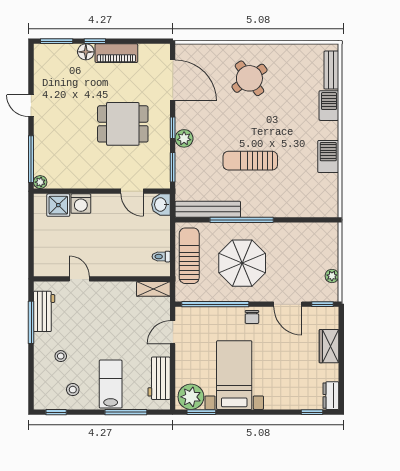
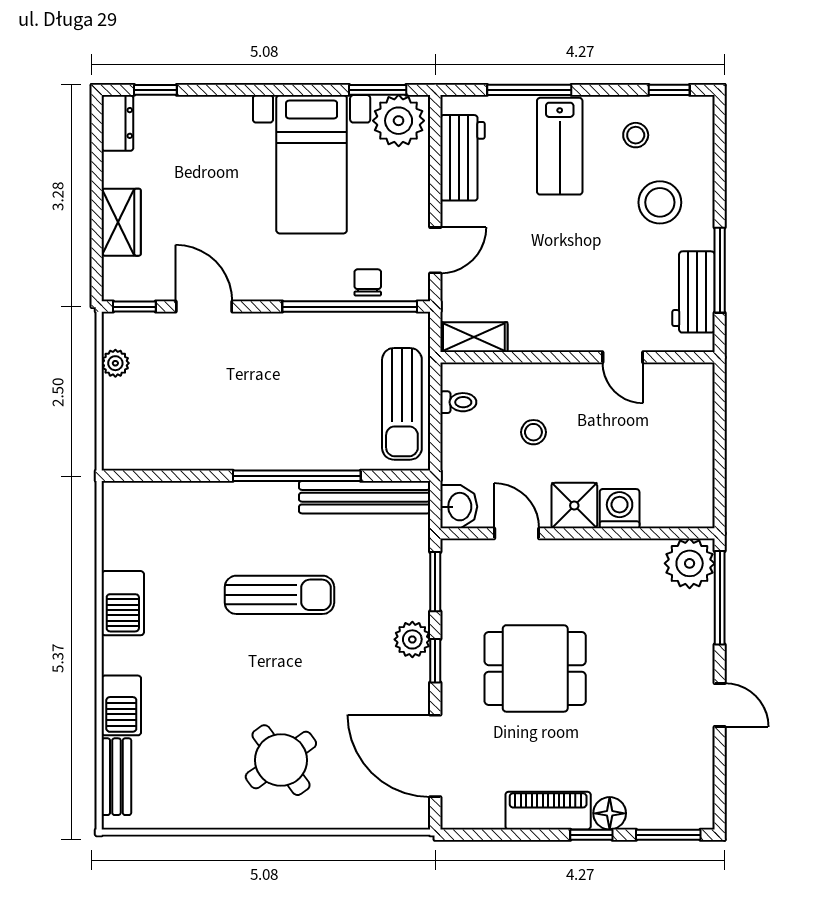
plant: (40, 182) -> (690, 563), width x1.88, depth x1.88
shower: (58, 205) -> (574, 506), moved
stool: (124, 242) -> (533, 432), added
parasol: (242, 263) -> (296, 389), removed
chair: (252, 317) -> (368, 282), moved
stool: (61, 356) -> (660, 202), width x1.89, depth x1.89

